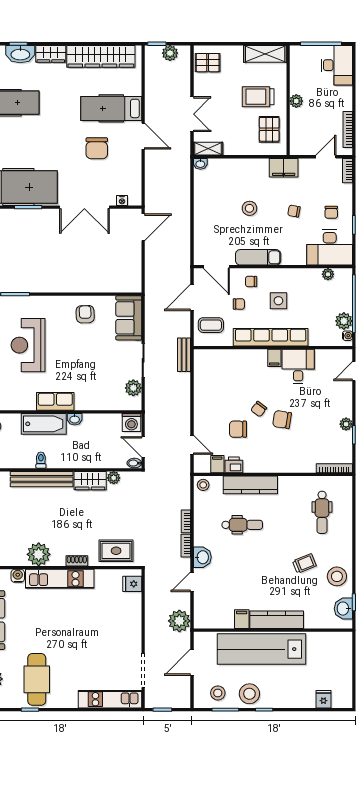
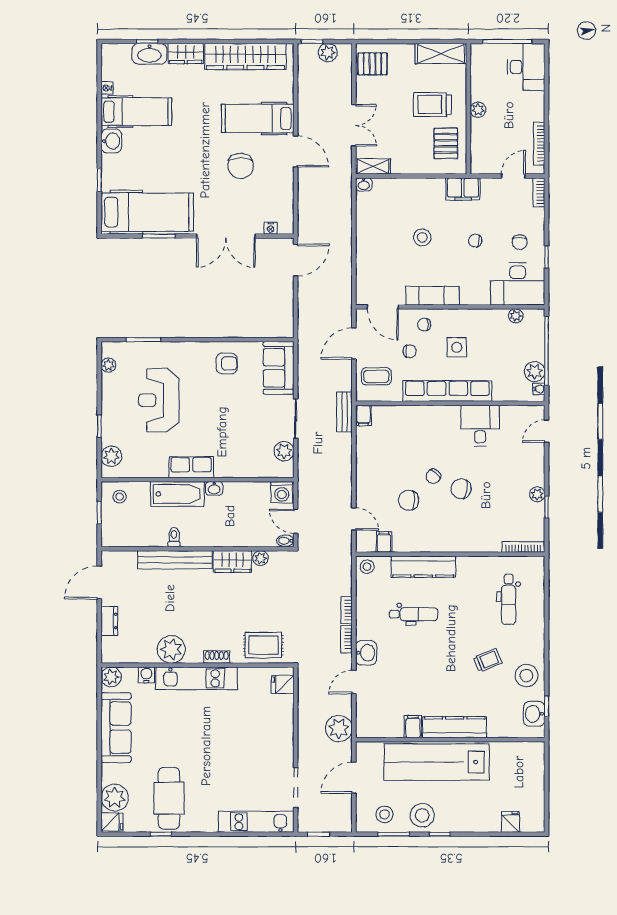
armchair: (85, 314) -> (227, 363), turned 92
filing cabinet: (274, 358) -> (363, 415), moved
printer: (234, 465) -> (404, 543), removed

